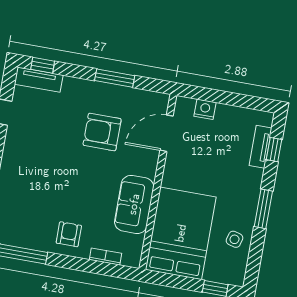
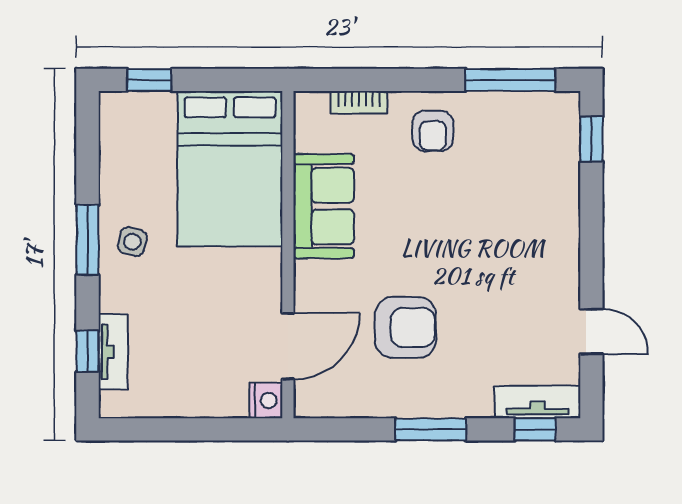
window: (115, 78) -> (431, 429), moved
nightstand: (205, 109) -> (266, 400), moved, turned -90
side table: (235, 239) -> (132, 242), moved

